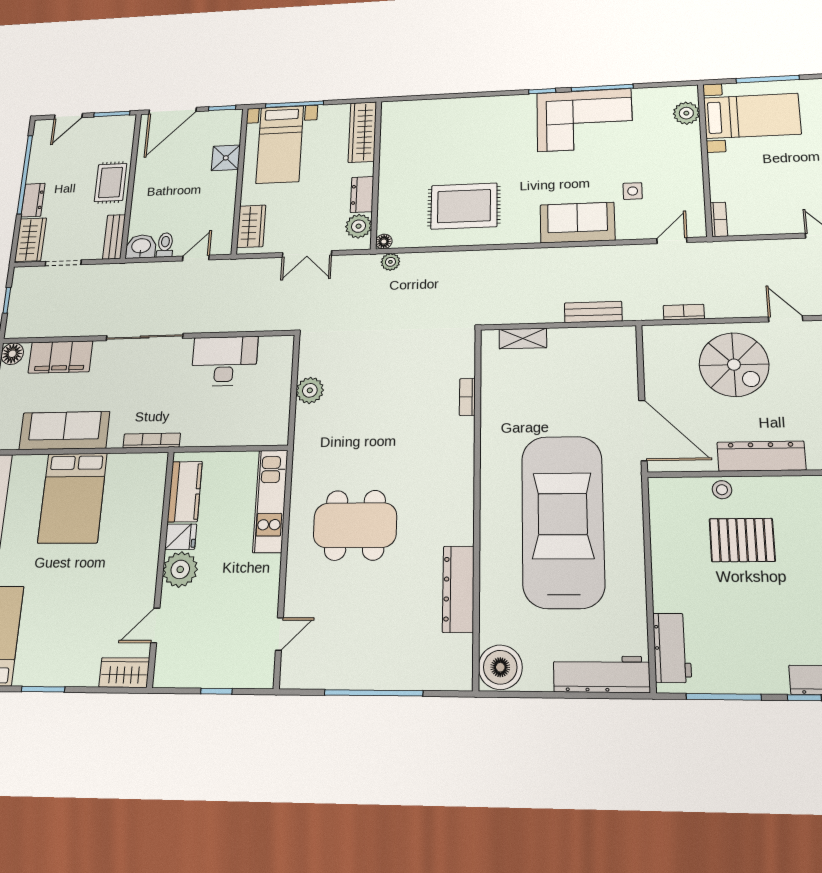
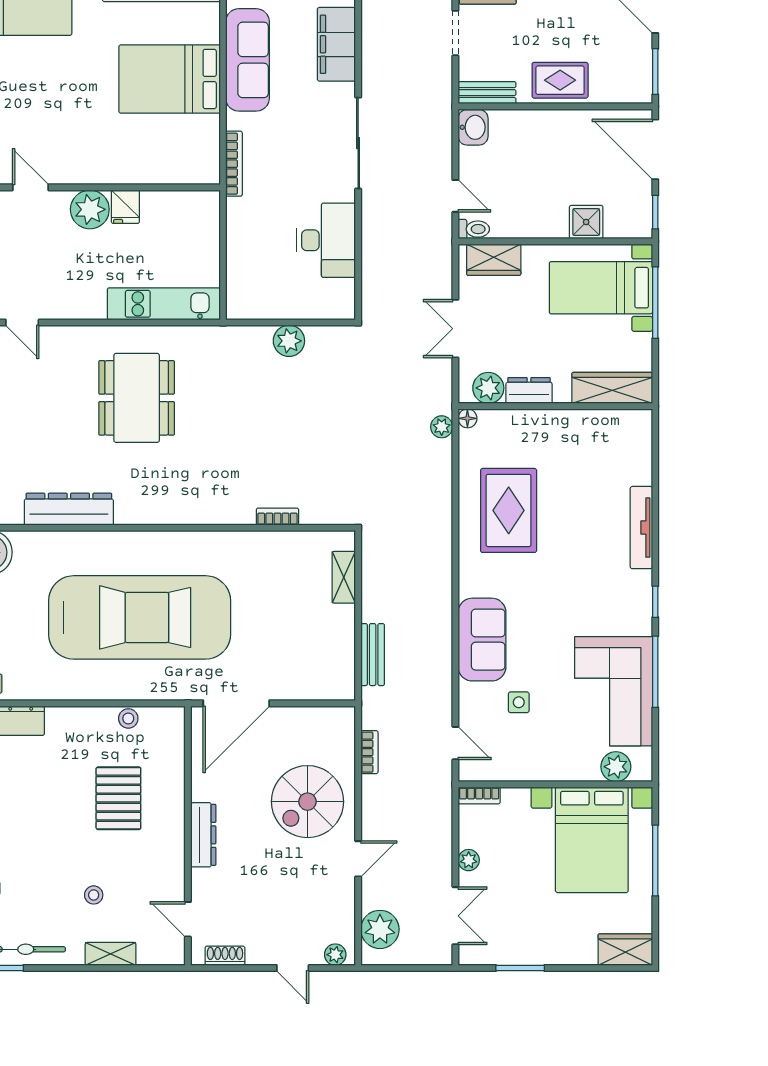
tv unit: (479, 105) -> (641, 528), added
bed with nightstands: (752, 116) -> (592, 840), width x1.36
corner sofa: (584, 120) -> (614, 691), moved
plant: (779, 226) -> (469, 860), added
toilet: (165, 245) -> (474, 229), moved
dresser: (761, 456) -> (203, 835), width x0.73, depth x0.80
stool: (722, 490) -> (128, 718), moved
kitchen counter: (185, 492) -> (175, 207), removed

